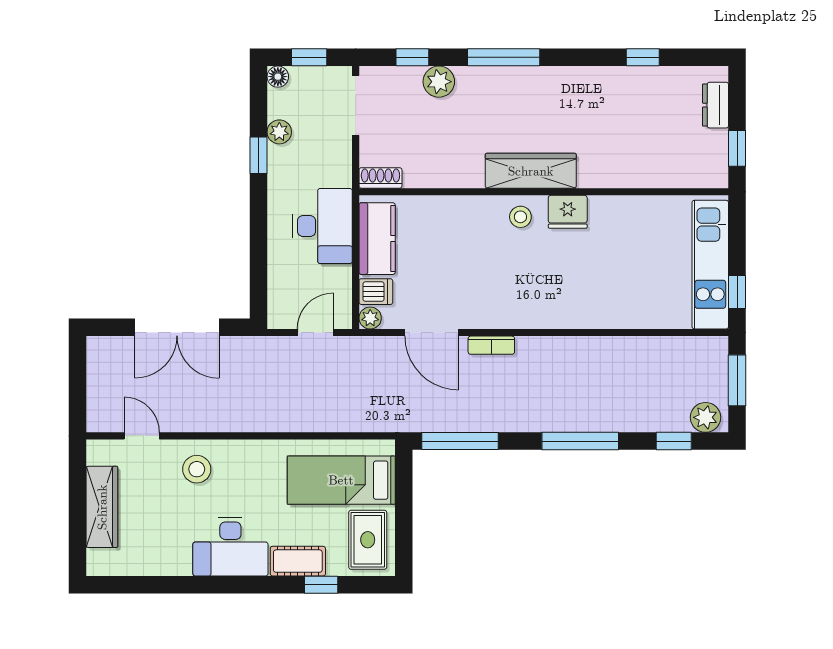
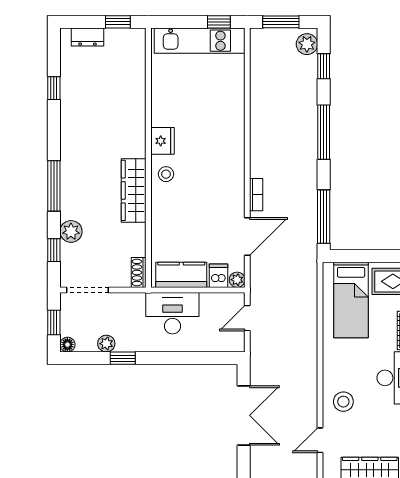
wardrobe: (531, 171) -> (134, 190), moved
door: (315, 333) -> (247, 318), hinge flipped

